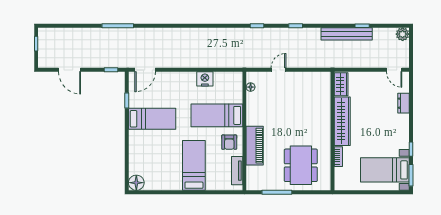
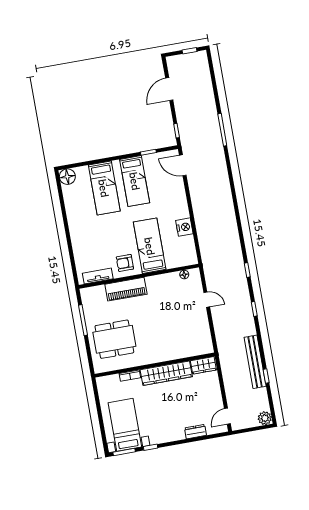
bed: (194, 165) -> (104, 188), moved, turned 90

